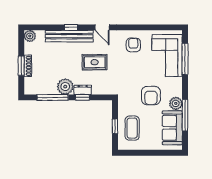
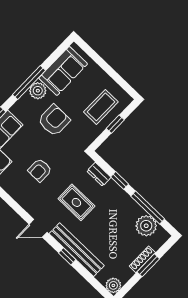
door: (102, 27) -> (38, 228), swing flipped
armchair: (133, 45) -> (40, 170), moved
plant: (65, 87) -> (146, 226), moved
dresser: (83, 90) -> (99, 174), moved
window: (185, 115) -> (29, 82), moved

